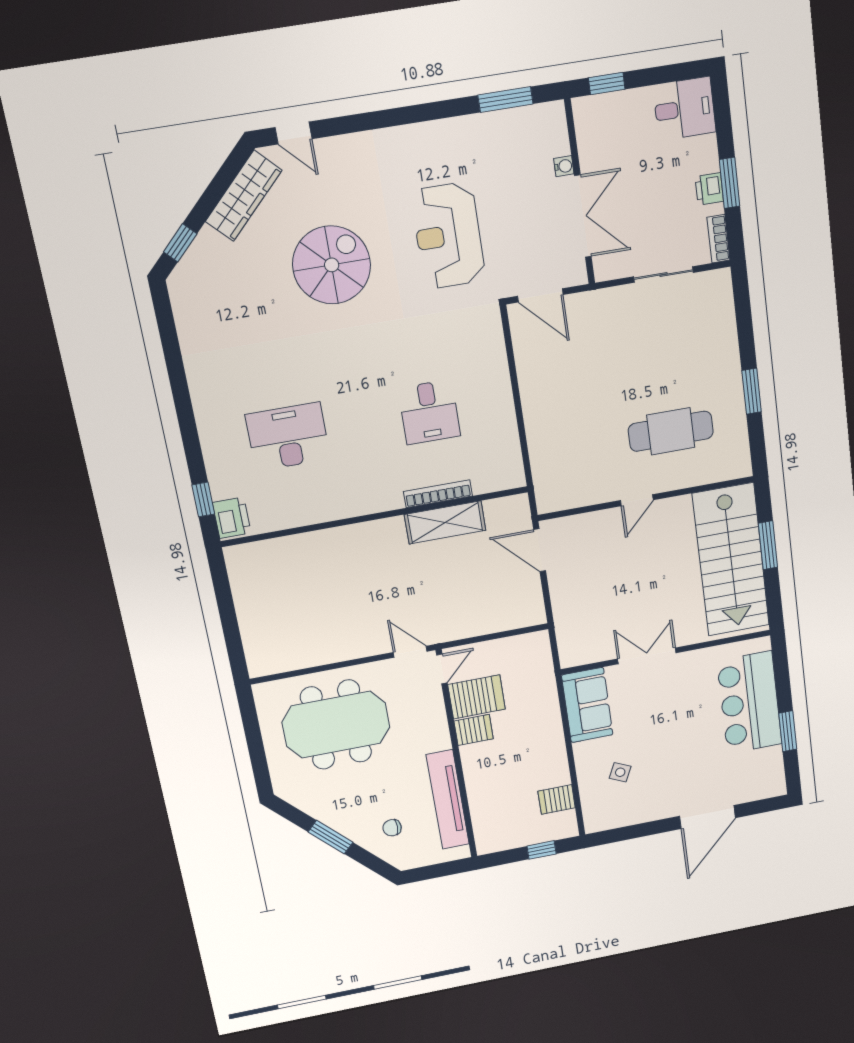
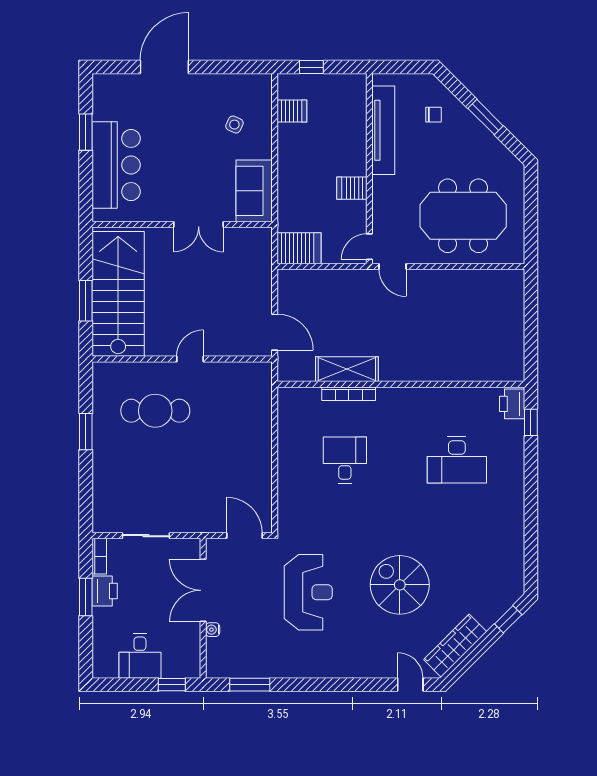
desk: (684, 109) -> (140, 656), moved, turned -90
printer: (709, 189) -> (105, 591), width x1.36, depth x1.24
spiral stairs: (332, 265) -> (400, 585), turned 90
server rack: (477, 697) -> (299, 248), moved, turned 180

